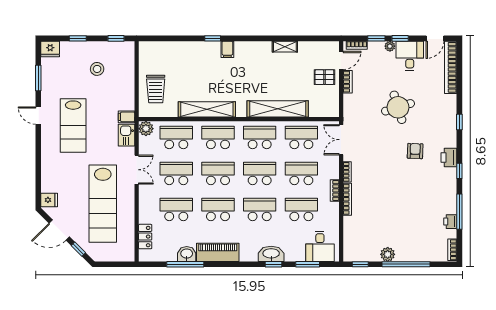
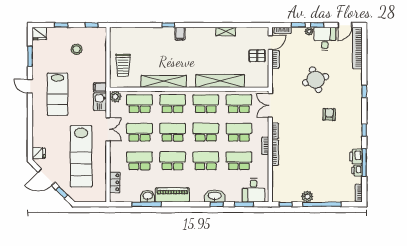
printer: (449, 157) -> (356, 157), moved

